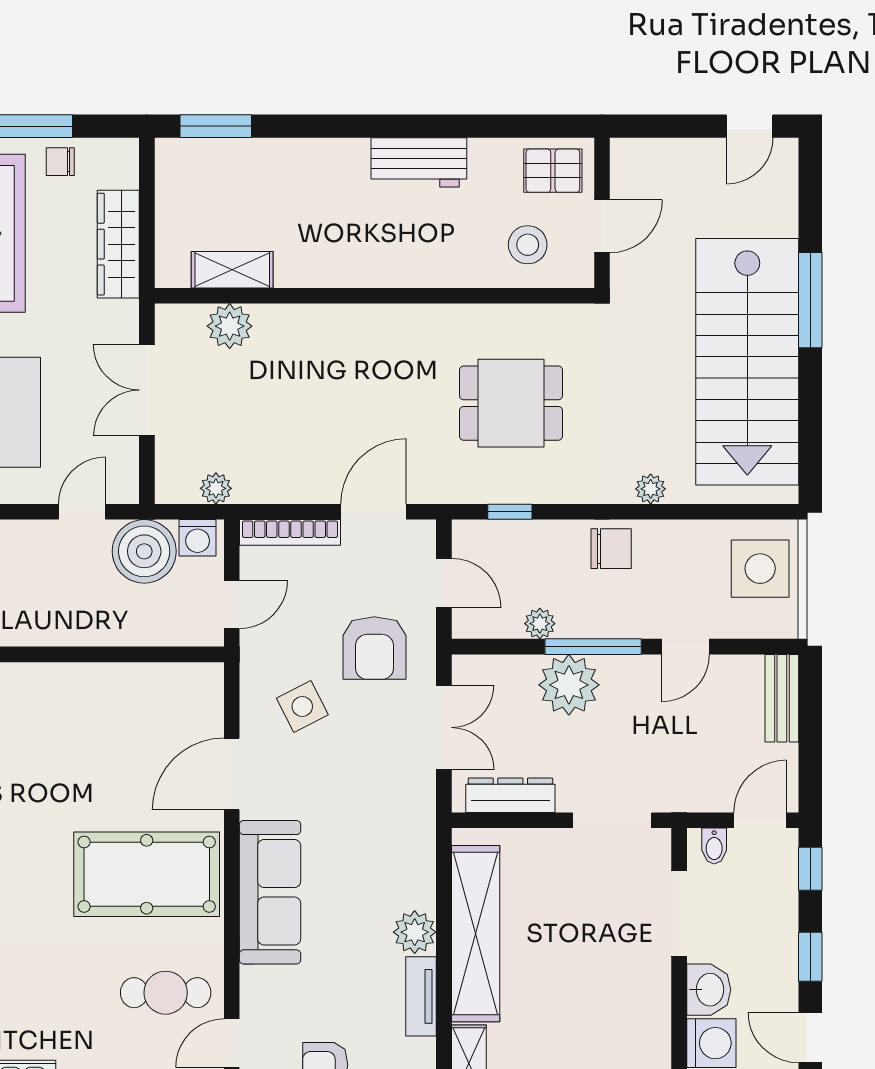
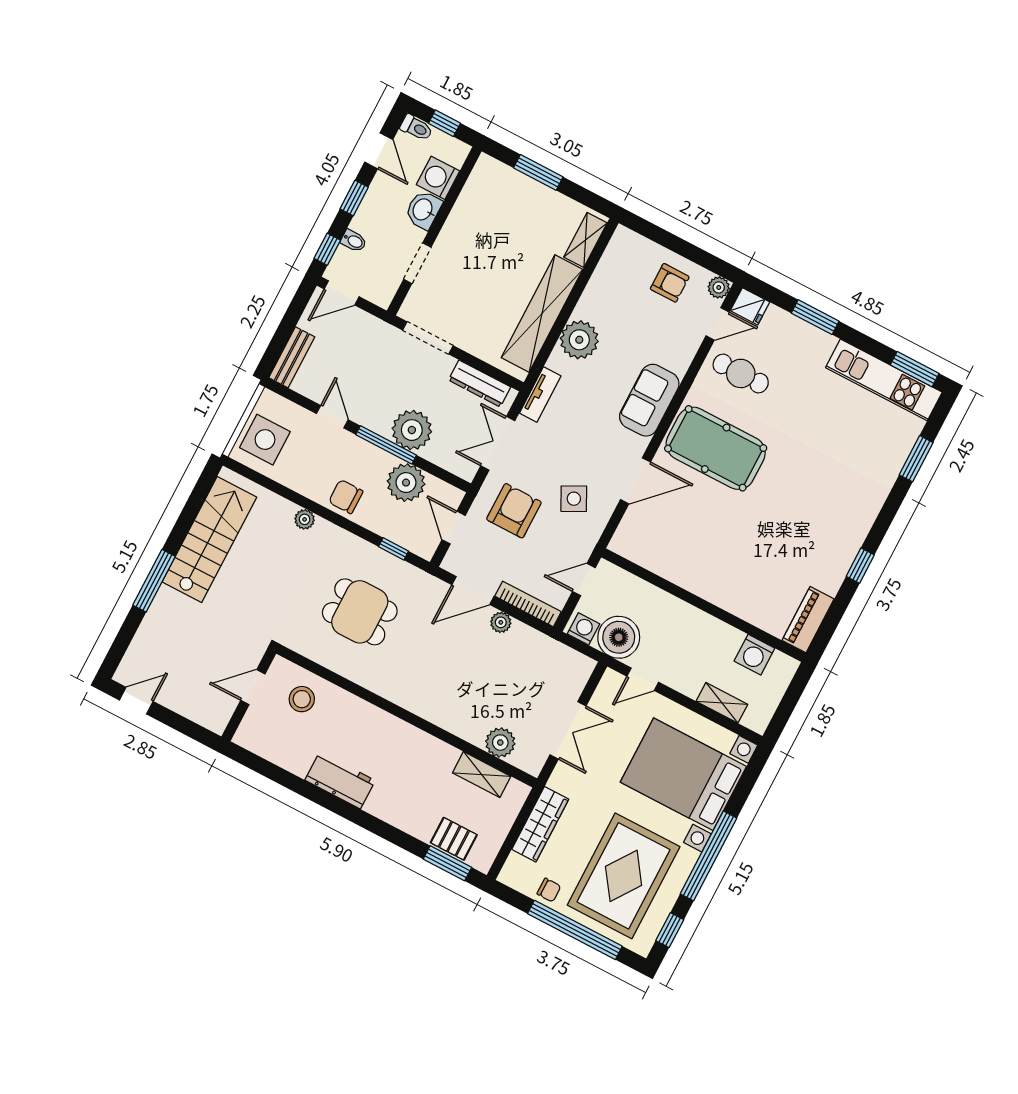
pallet: (553, 171) -> (454, 839), moved
stairs: (747, 362) -> (209, 540), width x0.73, depth x0.66
plant: (216, 488) -> (501, 622), moved
plant: (540, 624) -> (406, 483), width x1.87, depth x1.87
door: (686, 647) -> (332, 417), hinge flipped
bidet: (714, 846) -> (354, 241), moved, turned 90
sofa: (270, 892) -> (649, 400), width x0.73
doorway: (679, 913) -> (417, 263), width x0.73
plant: (415, 932) -> (579, 340), width x1.36, depth x1.36
tv unit: (421, 996) -> (540, 394), moved

